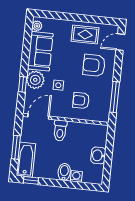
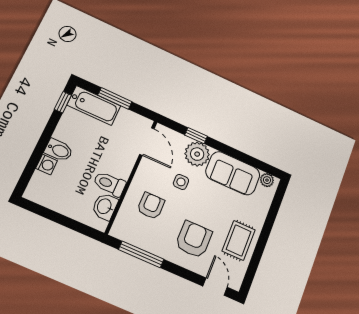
toilet: (60, 131) -> (109, 184), moved
washbasin: (98, 155) -> (105, 206), moved, turned -90

